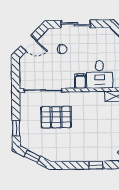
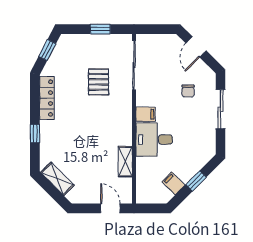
pallet: (56, 117) -> (99, 82), width x0.67, depth x0.71
window: (16, 128) -> (100, 29), moved
locker: (69, 156) -> (47, 98), added

